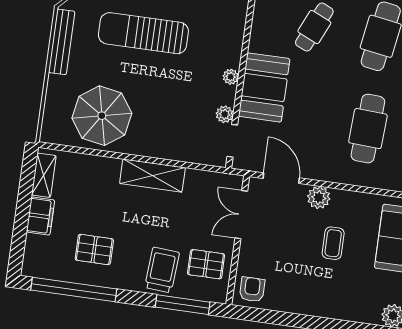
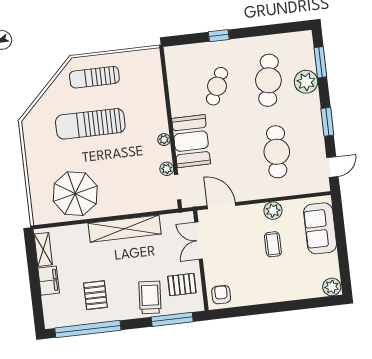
bench: (62, 42) -> (31, 146), removed
shelving: (152, 176) -> (125, 229), width x1.47
plant: (319, 198) -> (273, 211), moved
pallet: (94, 250) -> (95, 295), turned 90

